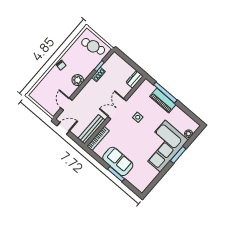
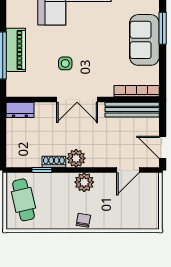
plant: (91, 86) -> (76, 158), added

